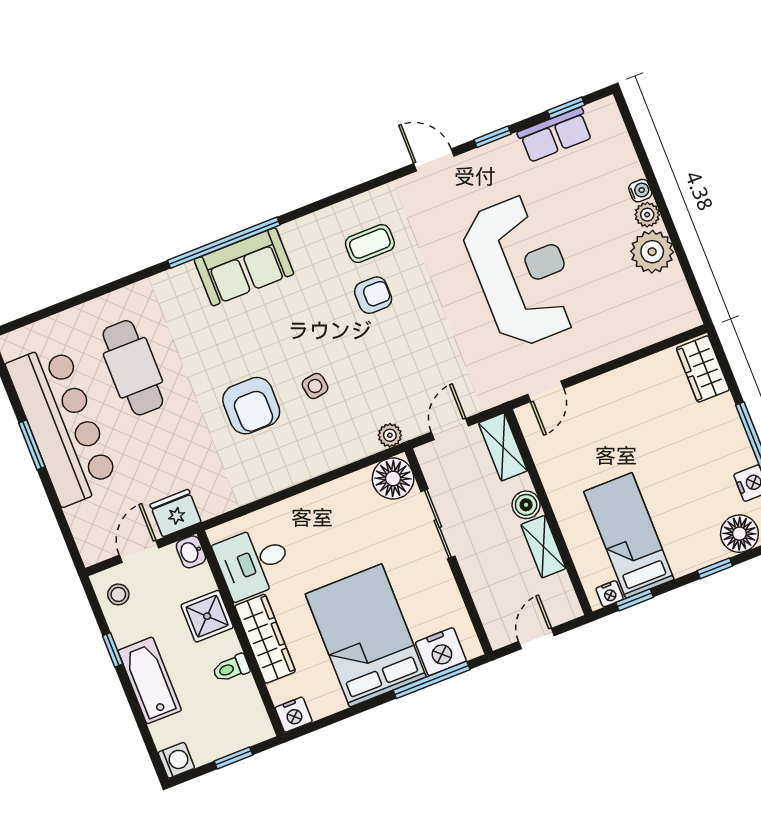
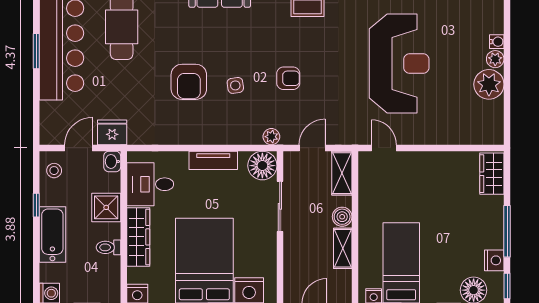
armchair: (373, 295) -> (288, 78), moved
door: (546, 391) -> (384, 148), swing flipped
tv unit: (325, 497) -> (213, 160), added

